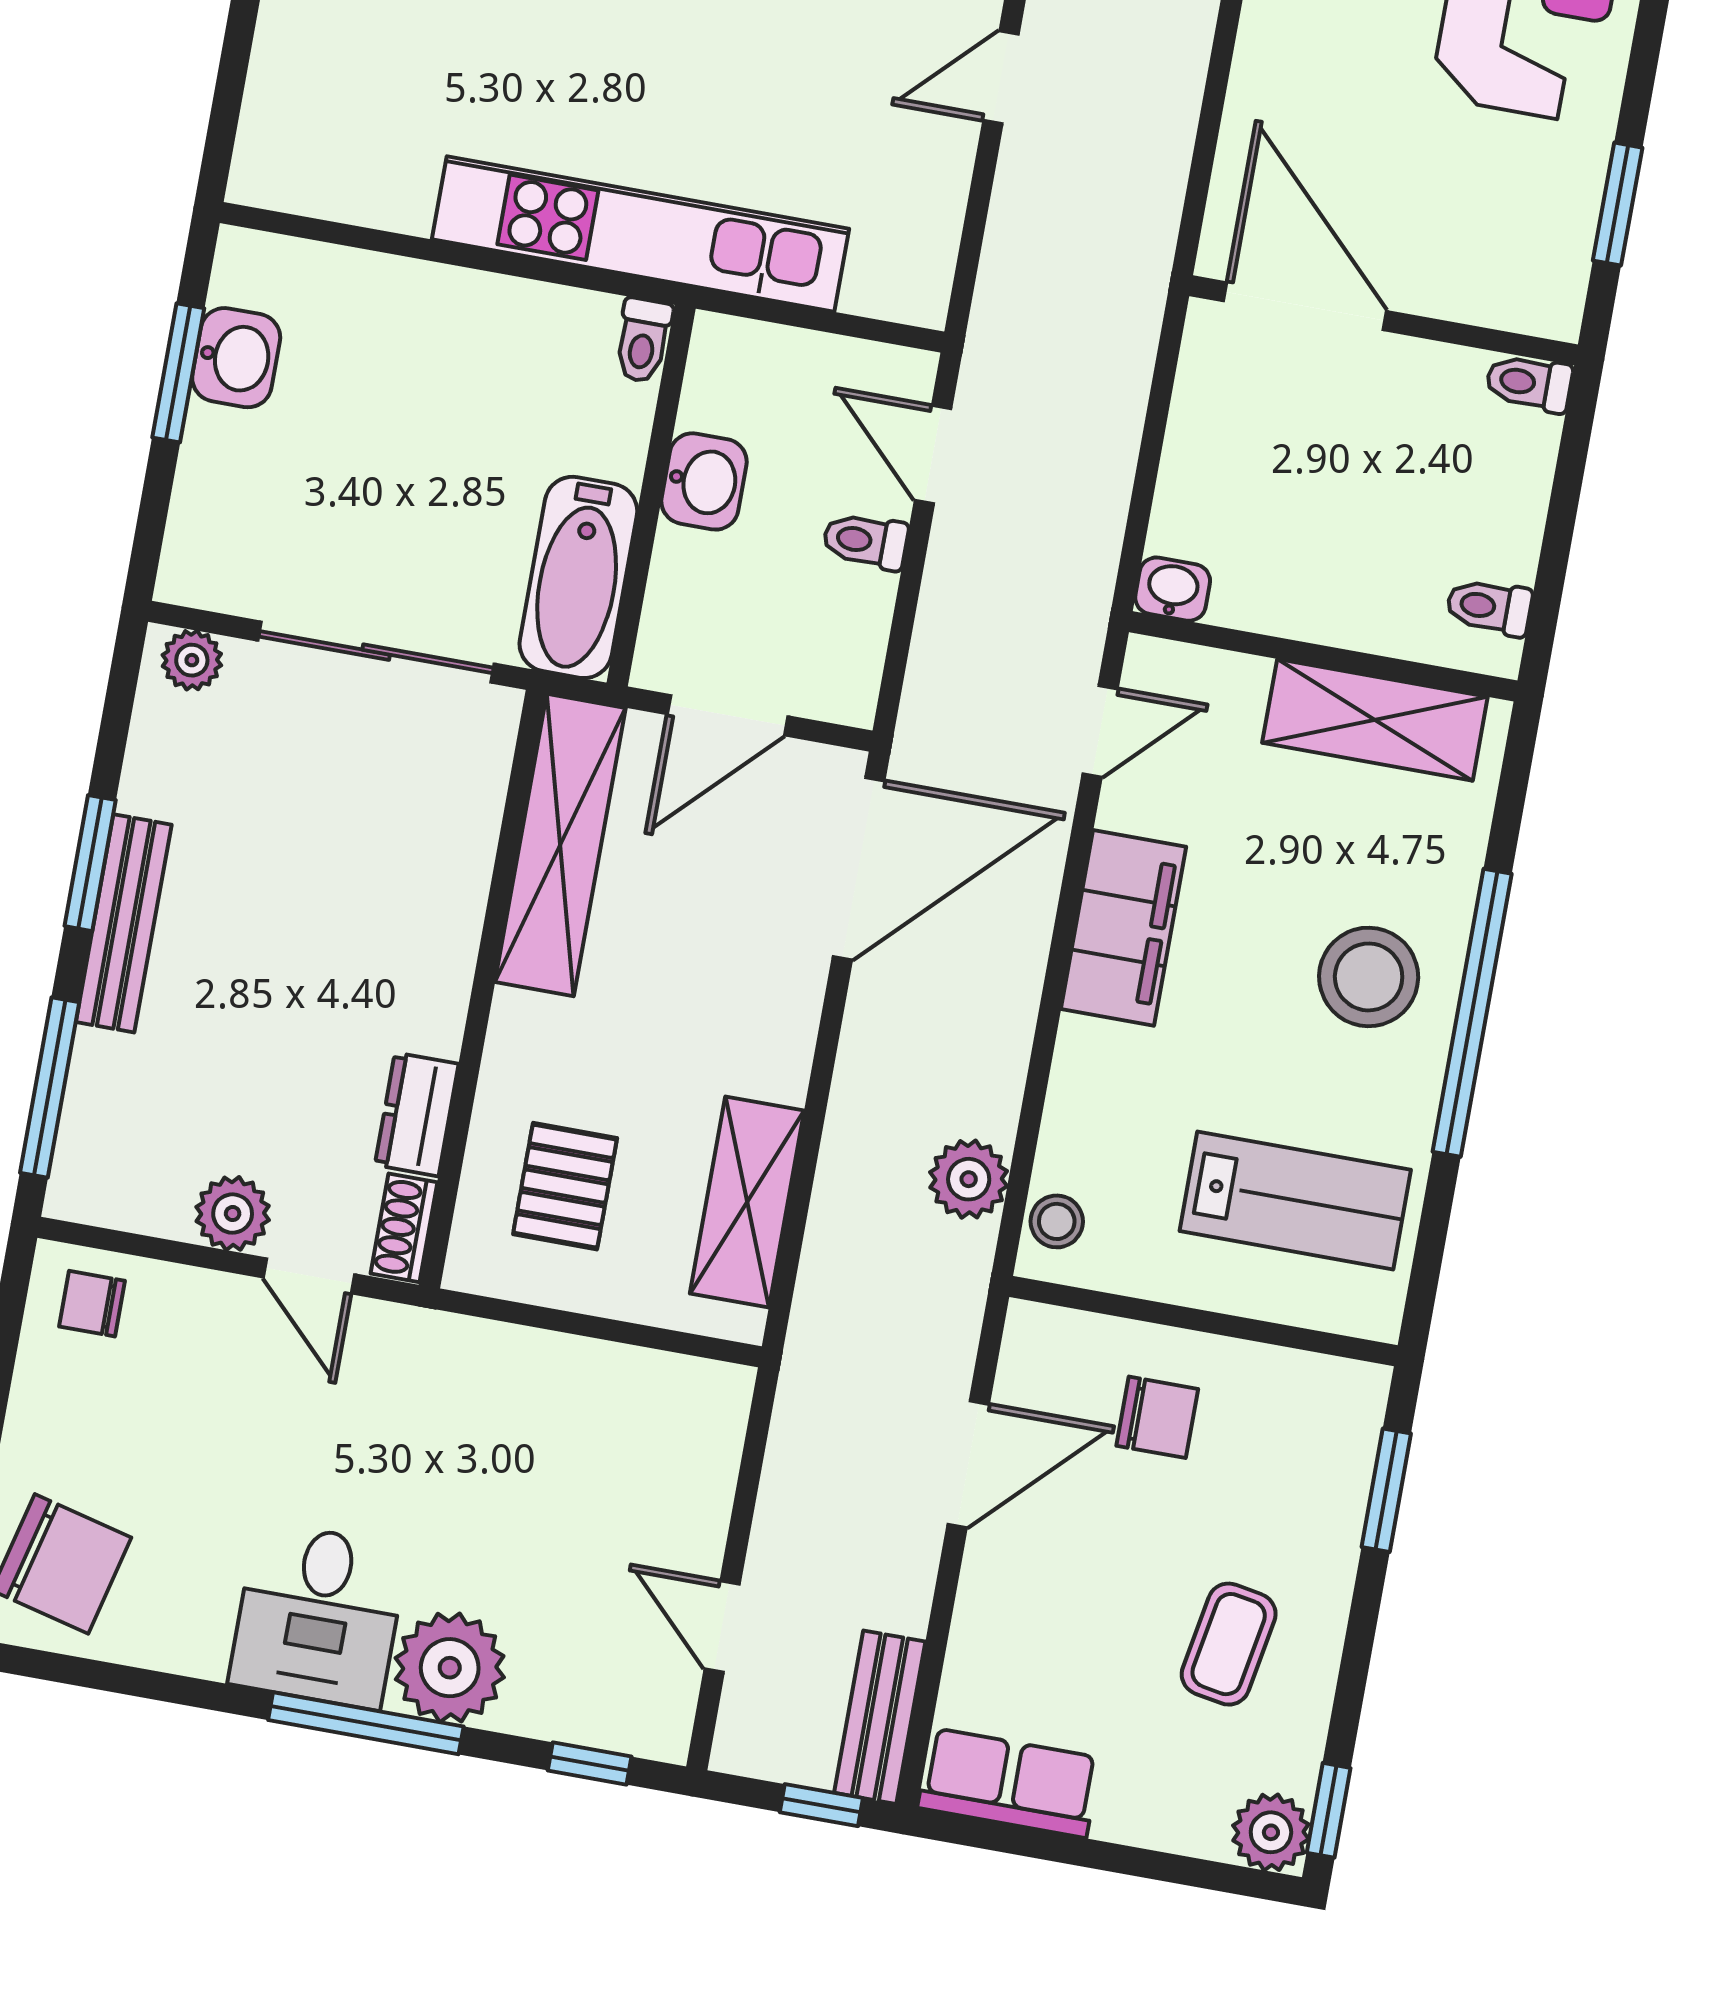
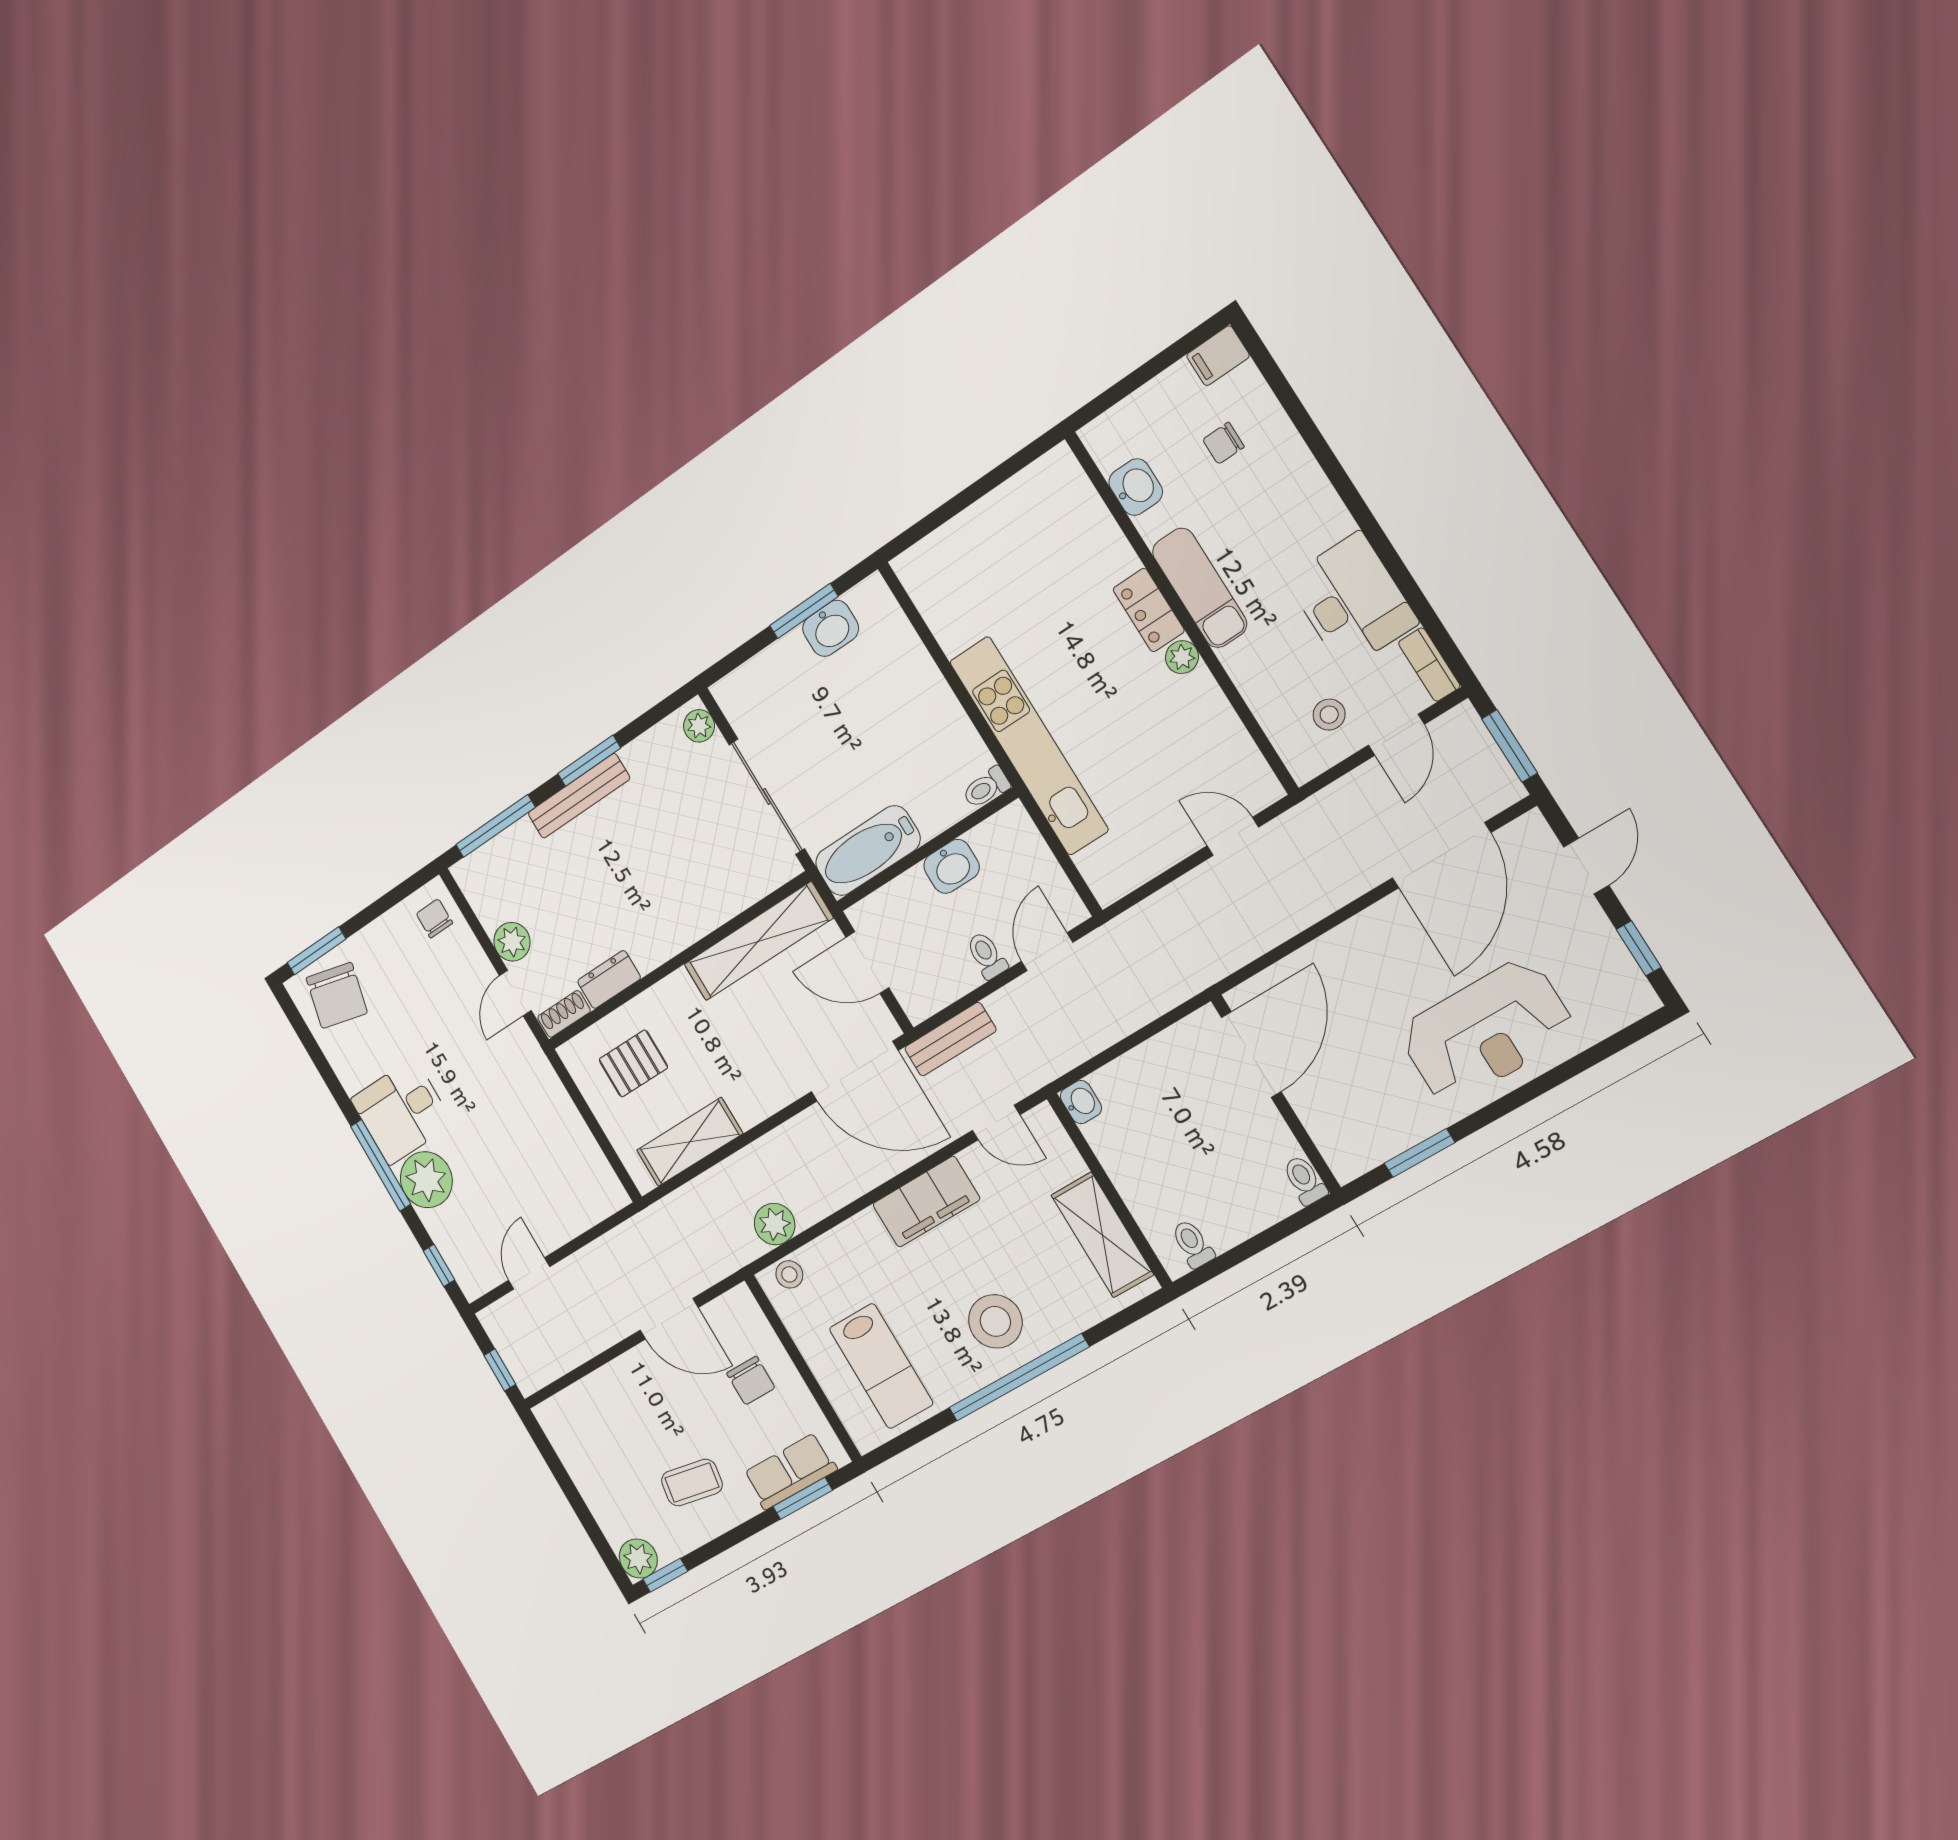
bench: (880, 1717) -> (950, 1039), moved
row of seats: (1009, 1783) -> (790, 1471), moved, turned -90

